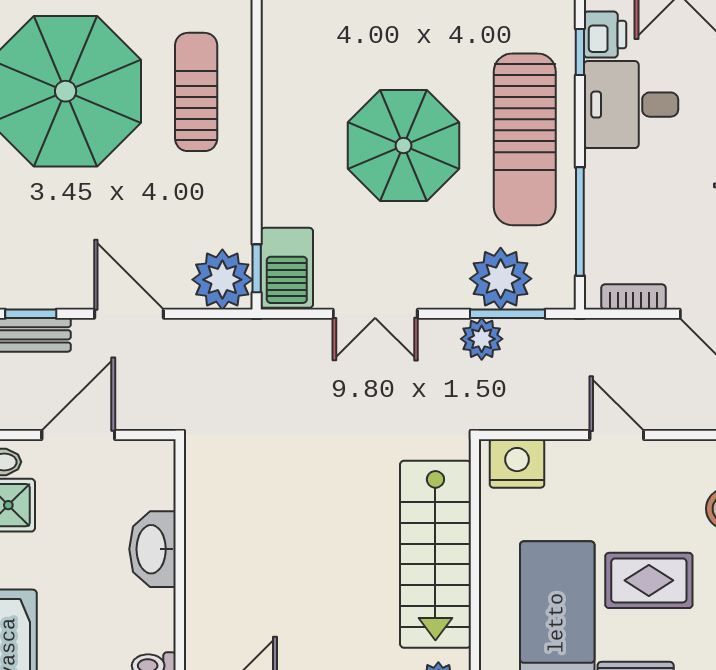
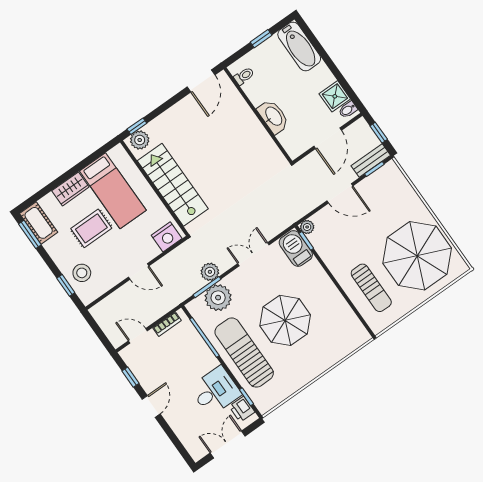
plant: (222, 280) -> (307, 227), width x0.53, depth x0.53

